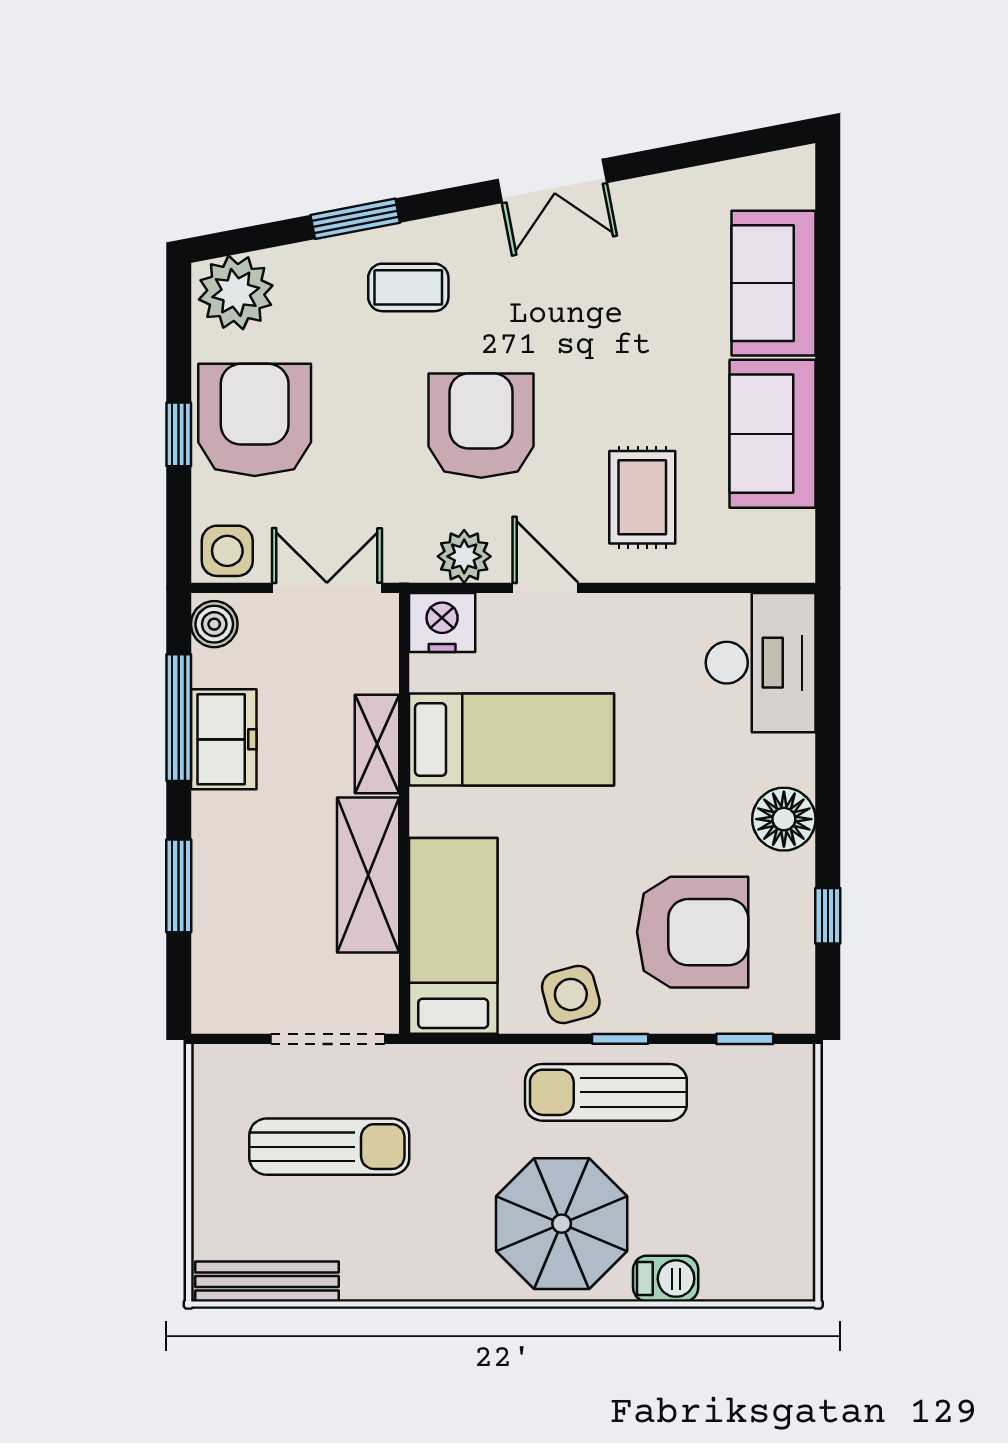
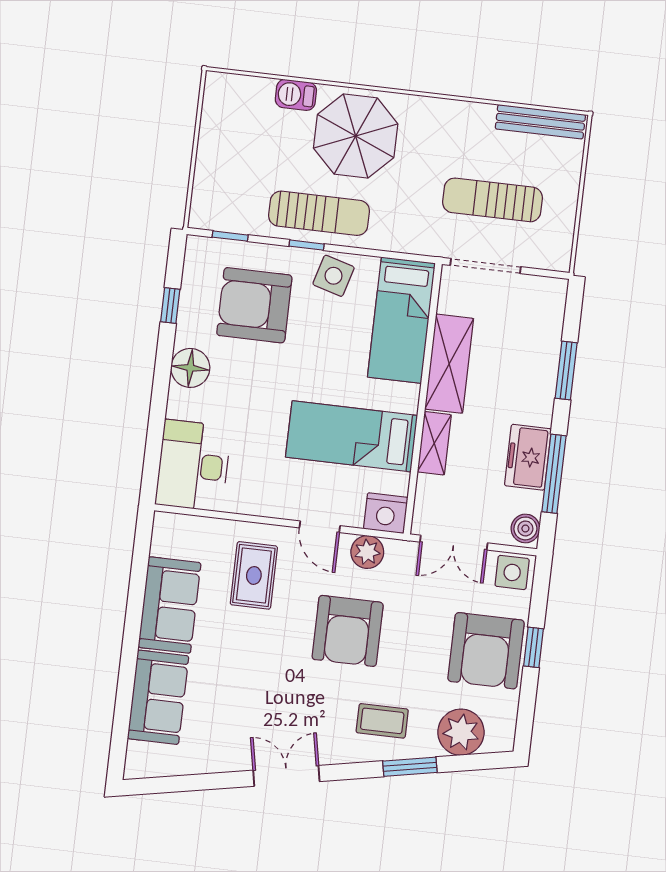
plant: (236, 292) -> (461, 732), moved
side table: (571, 995) -> (334, 276), turned 31

